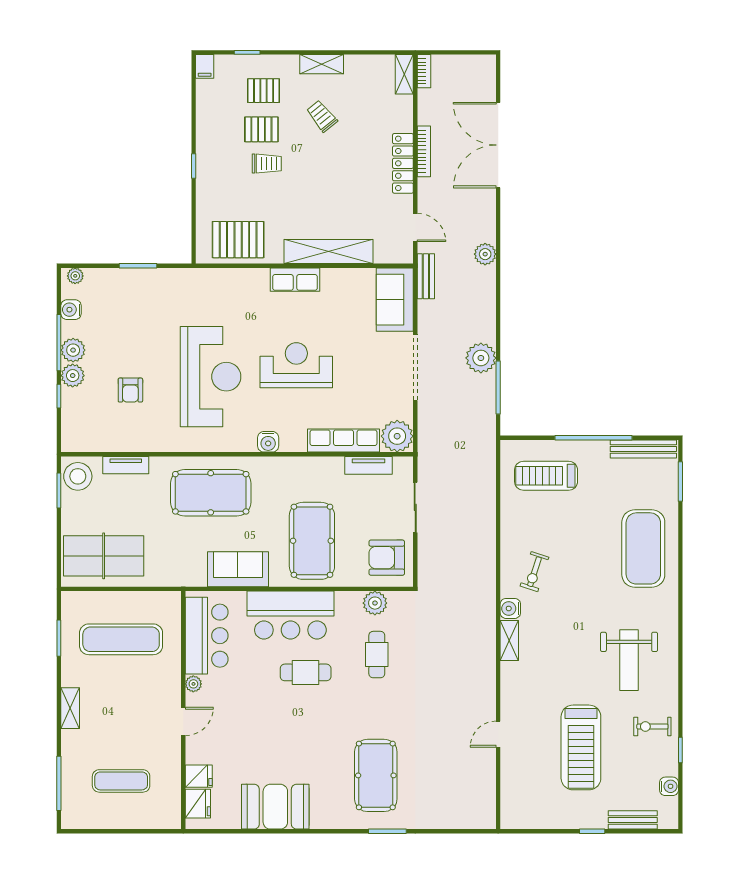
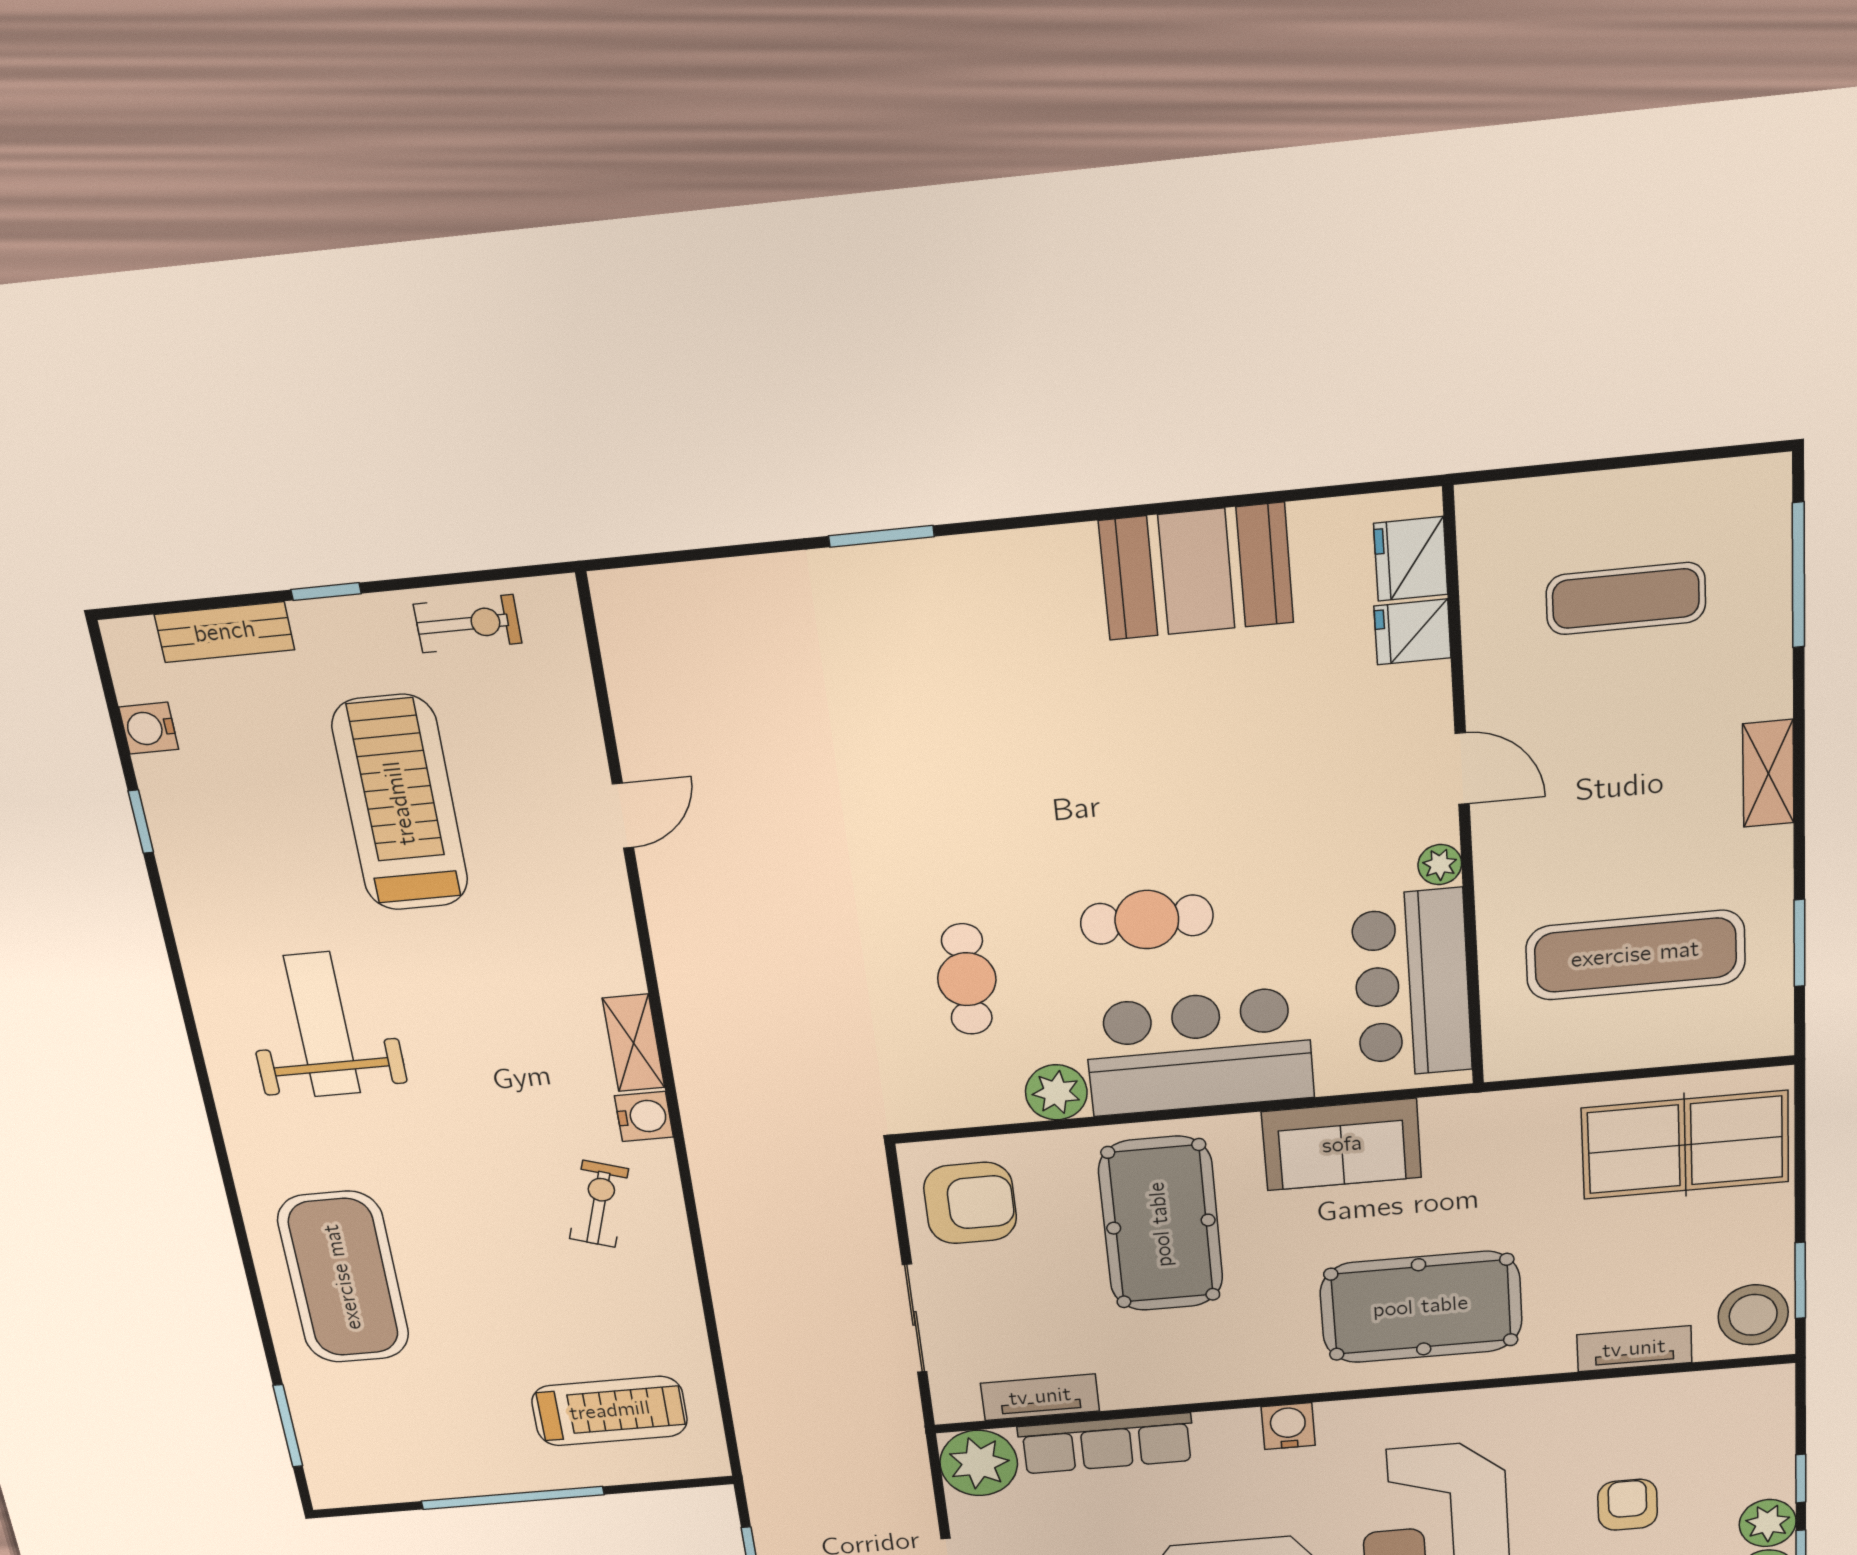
bench: (643, 449) -> (391, 1485), removed
plant: (375, 603) -> (1056, 1092), moved
door: (183, 721) -> (1462, 769), swing flipped
exercise bike: (652, 727) -> (468, 624), moved
pool table: (376, 775) -> (932, 680), removed

